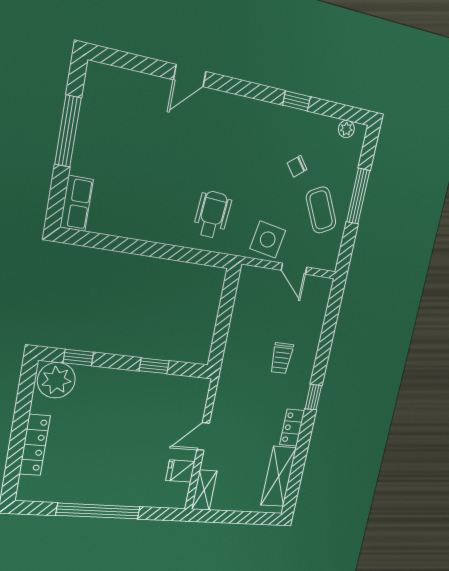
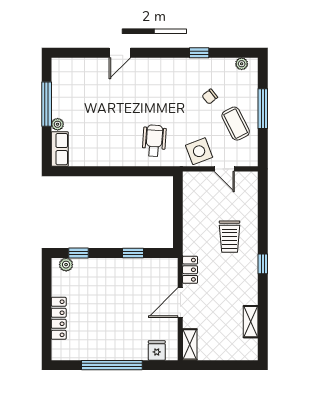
plant: (79, 165) -> (58, 124), added
side table: (268, 239) -> (199, 151), turned -31
trolley: (282, 358) -> (230, 237), width x1.36, depth x1.39
plant: (56, 380) -> (66, 265), width x0.53, depth x0.53
locker: (292, 428) -> (190, 270), moved, turned 180
door: (203, 437) -> (180, 302), width x1.38
fridge: (180, 471) -> (157, 350), moved, turned 90
shelving: (279, 476) -> (251, 322), width x0.67, depth x0.75

